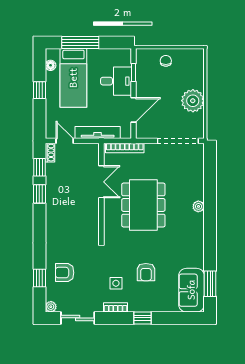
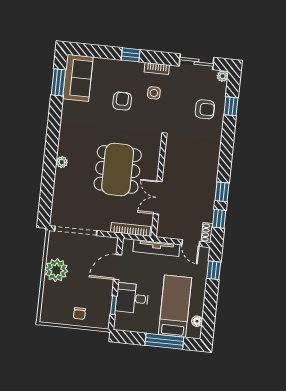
window: (39, 90) -> (214, 270), moved

